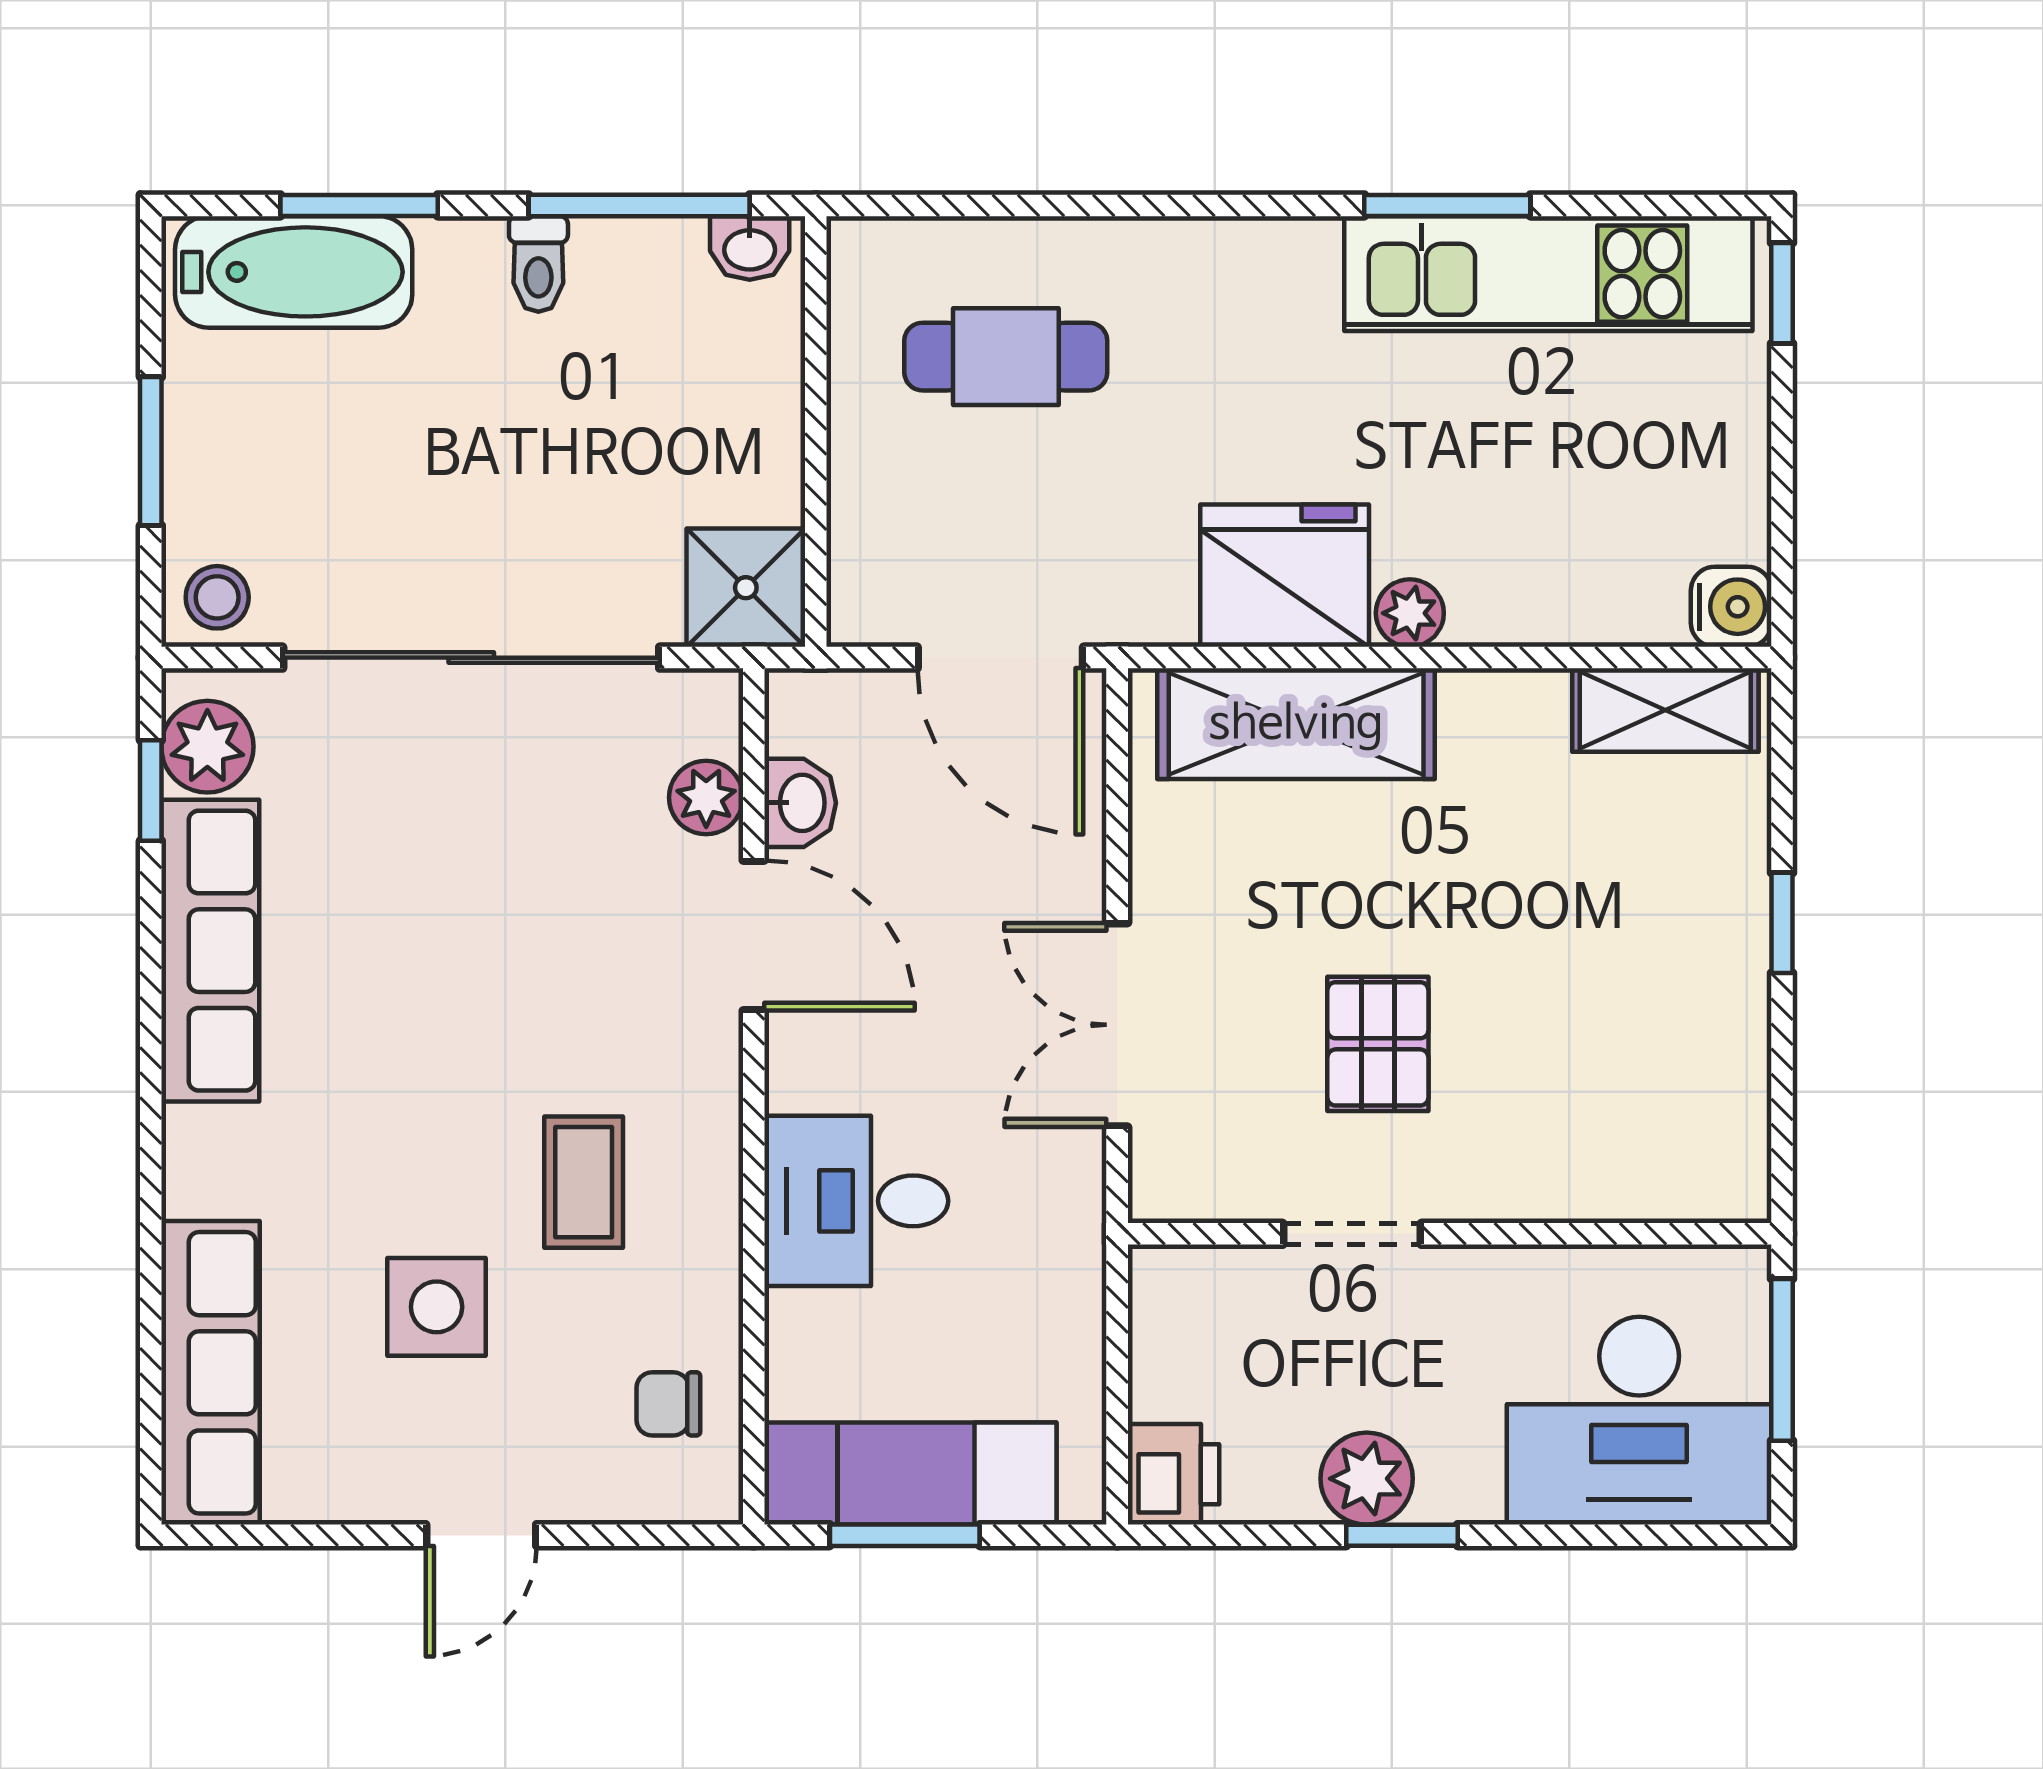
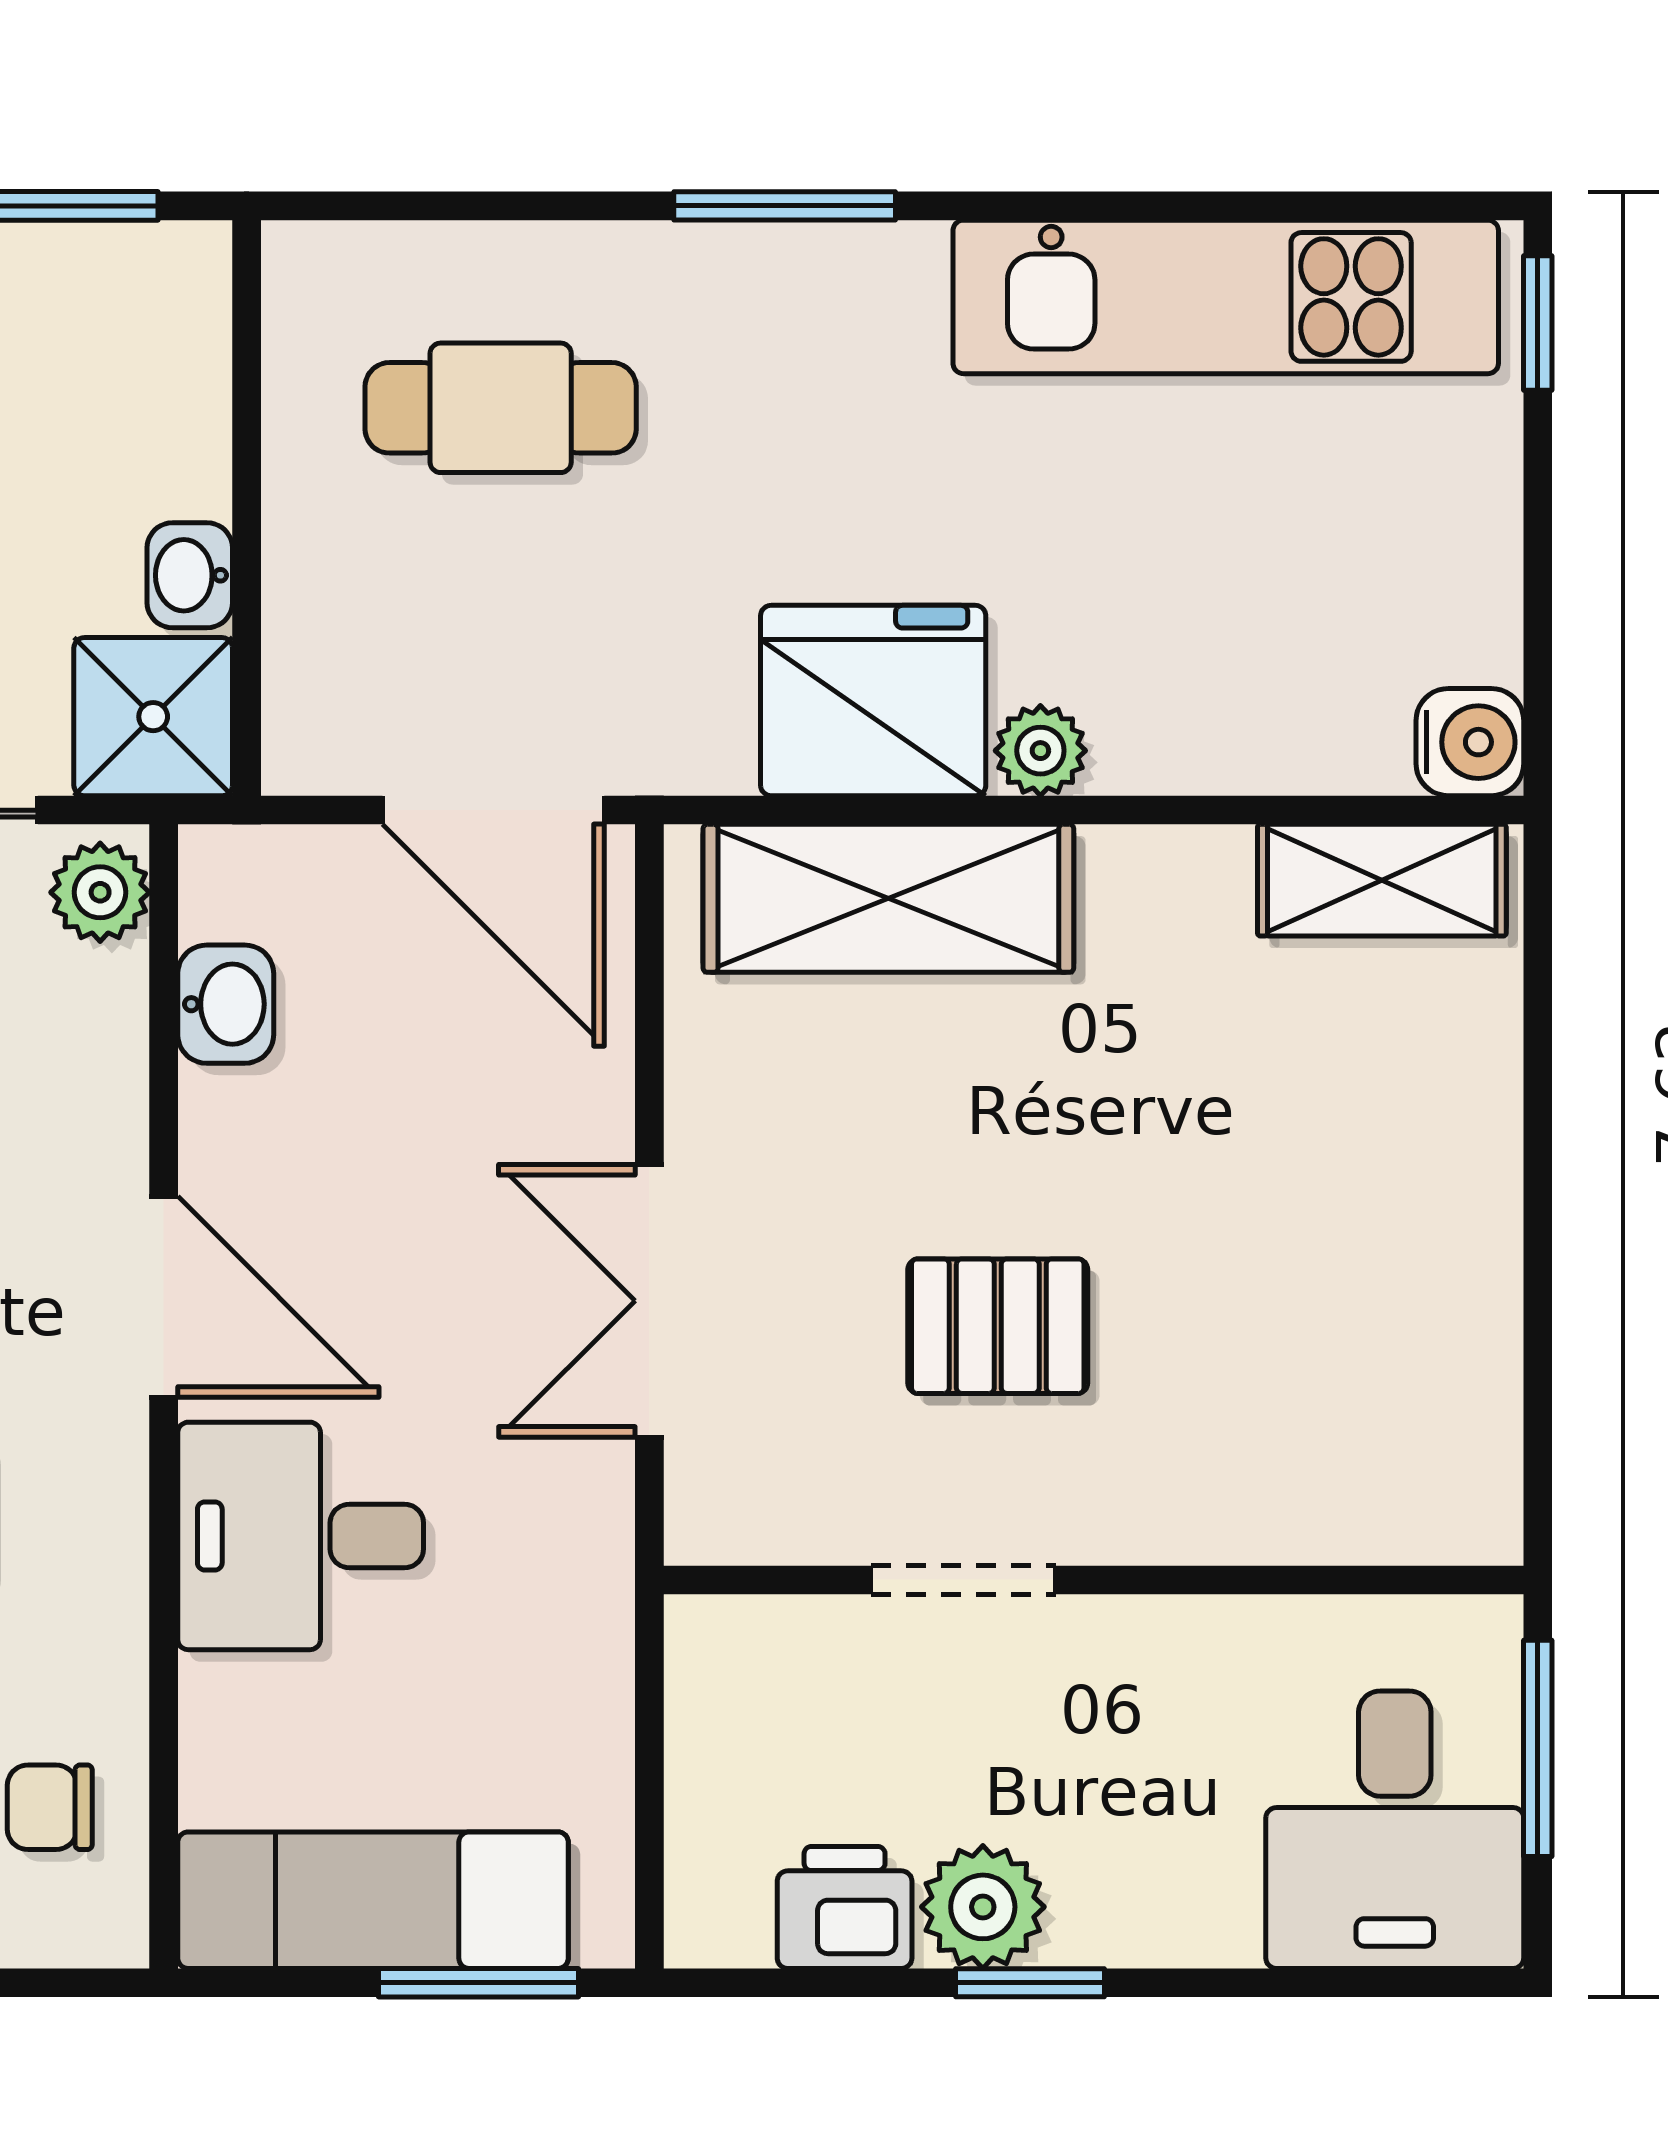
window: (1447, 205) -> (785, 206), moved
washbasin: (750, 248) -> (190, 575), moved, turned 90
plant: (706, 797) -> (100, 892), moved
window: (1782, 923) -> (1538, 1165), removed
door: (754, 935) -> (164, 1297), moved
pallet: (1378, 1044) -> (998, 1326), turned 90
desk: (1639, 1421) -> (1395, 1830), width x0.73
printer: (1173, 1474) -> (845, 1907), moved, turned -90
window: (905, 1535) -> (478, 1983), moved

